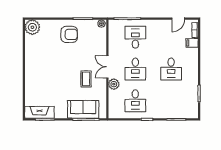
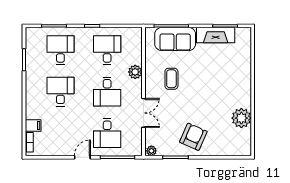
door: (178, 19) -> (82, 157), moved
plant: (32, 27) -> (241, 118), moved
armchair: (69, 34) -> (193, 137), turned 114
double door: (107, 67) -> (144, 113), moved
desk: (135, 69) -> (107, 92), turned 180
desk: (171, 101) -> (60, 50), added
fireplace: (39, 112) -> (216, 35), moved

